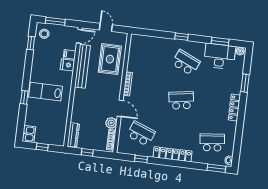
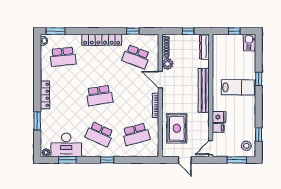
school desk: (150, 58) -> (136, 134), added
bench: (82, 66) -> (204, 90), moved

